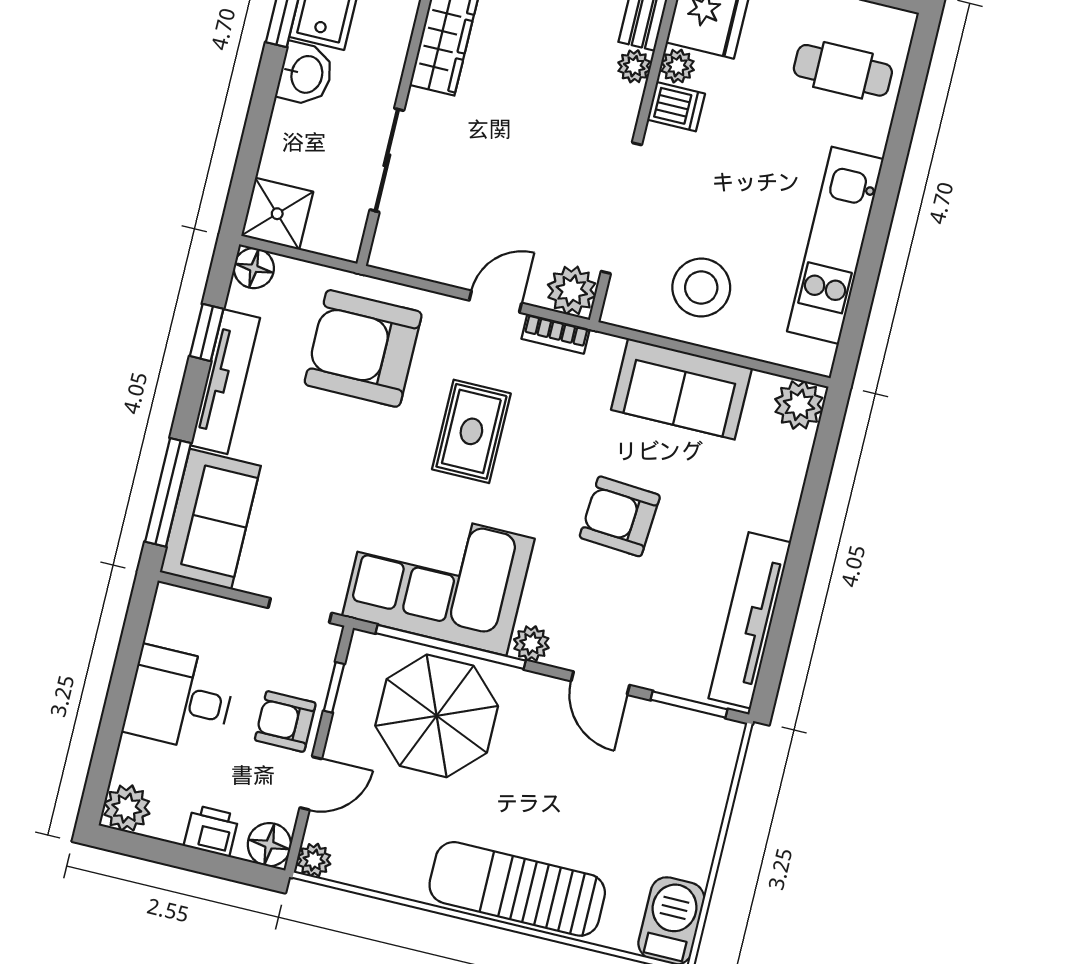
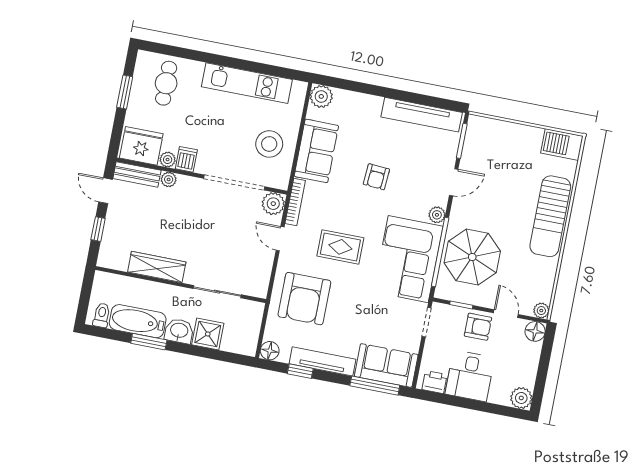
shower: (277, 214) -> (208, 334), moved
bookcase: (556, 334) -> (295, 202), width x1.56
armchair: (620, 516) -> (376, 177), width x0.72, depth x0.72
armchair: (285, 721) -> (478, 327), turned -90
printer: (211, 831) -> (435, 382), moved, turned 90

